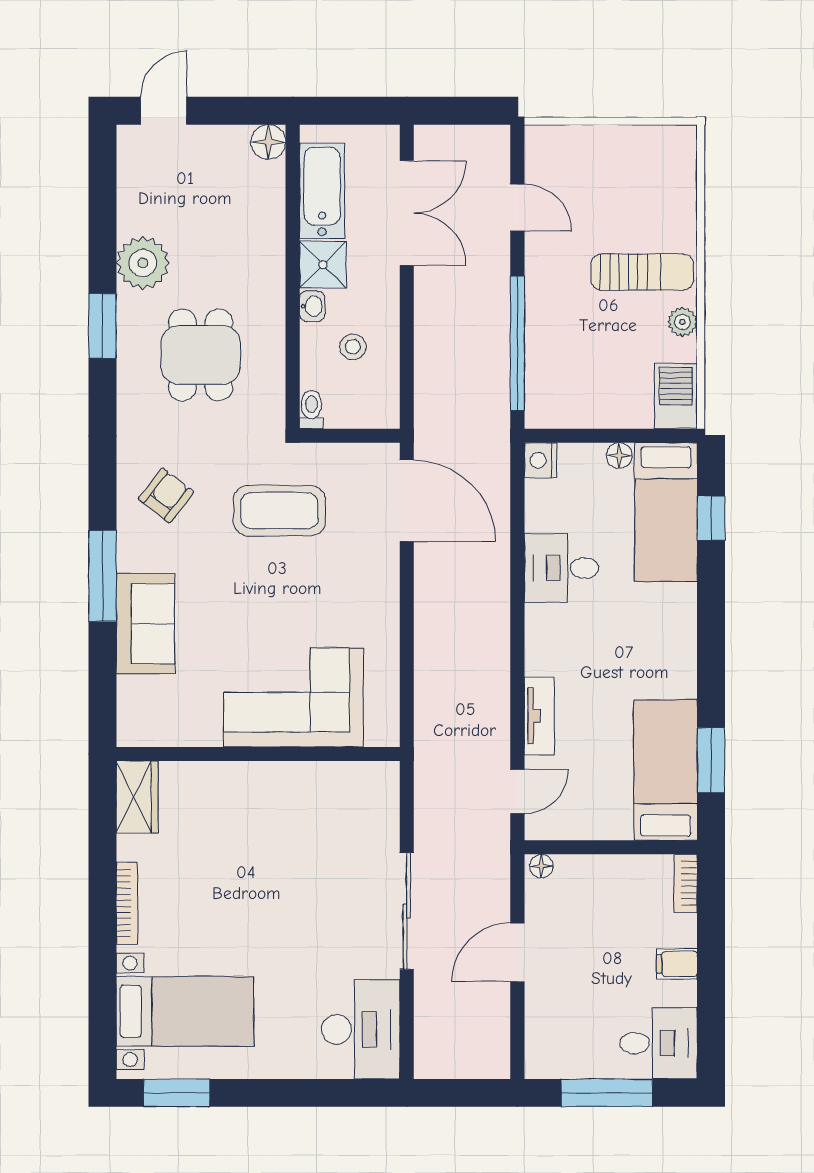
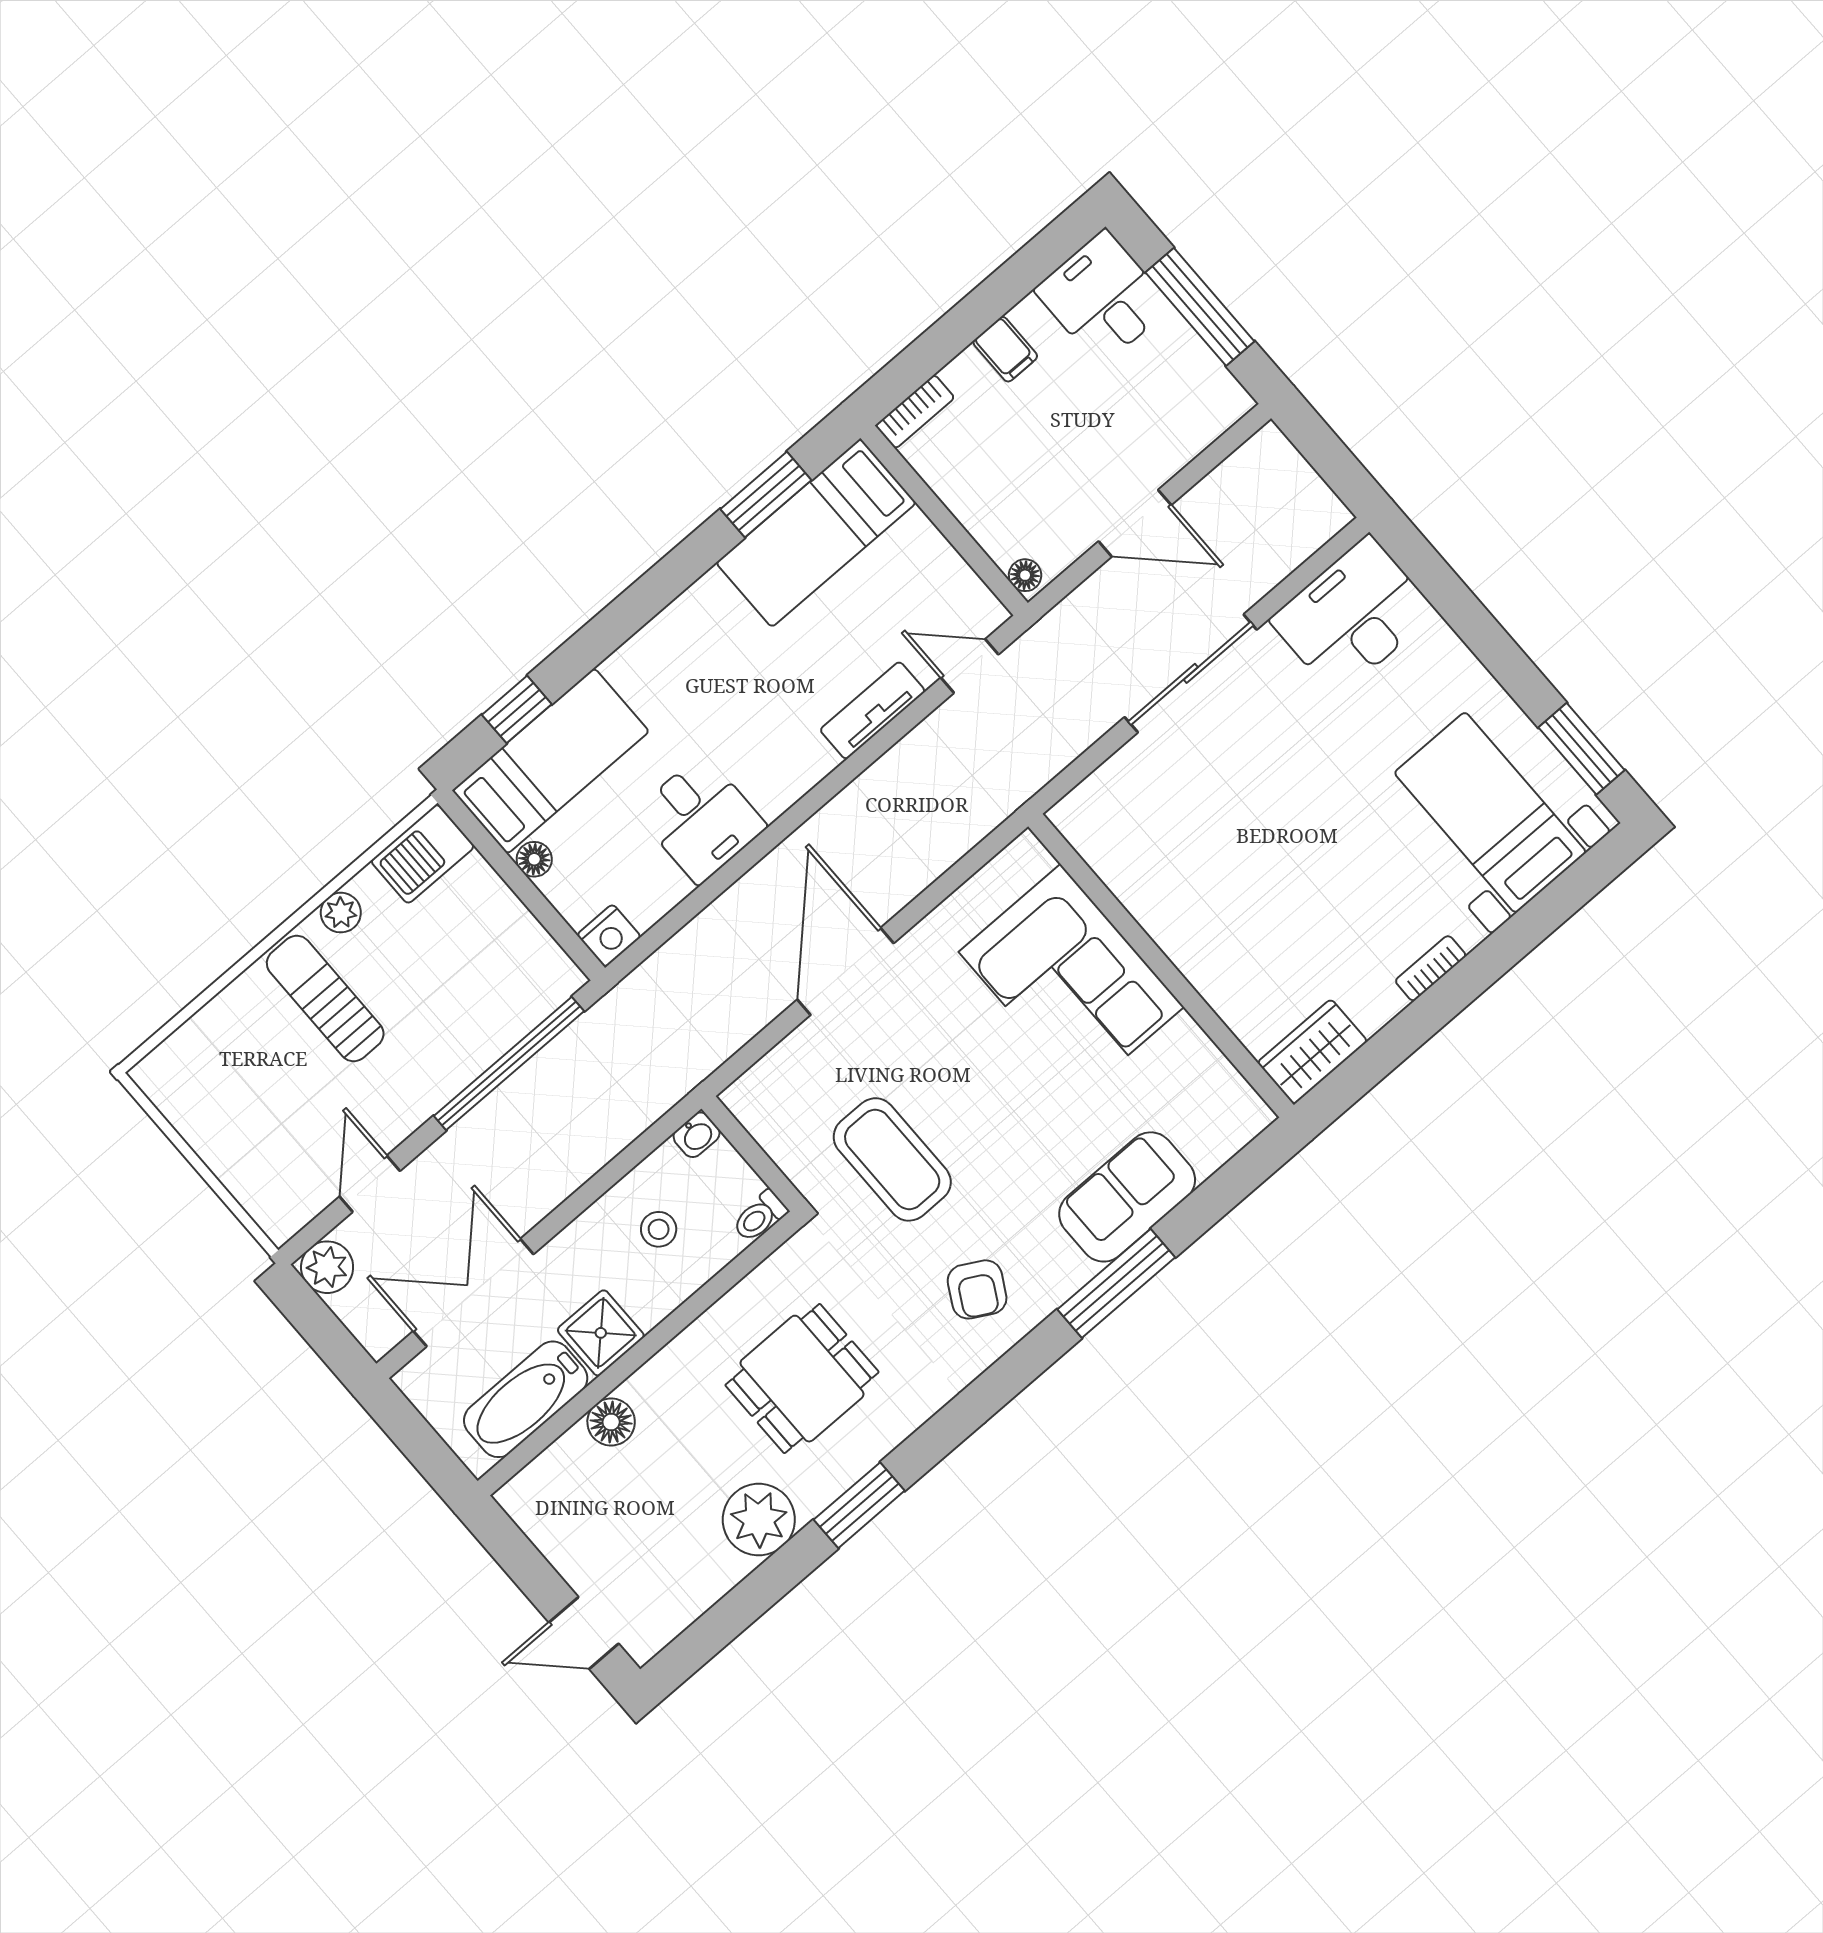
floor lamp: (268, 142) -> (611, 1422), moved
plant: (491, 144) -> (327, 1267), added
washbasin: (312, 306) -> (697, 1135), moved, turned 180
armchair: (166, 495) -> (977, 1289), turned -99
door: (407, 501) -> (846, 971), moved
bookcase: (127, 903) -> (1431, 968), width x0.64

